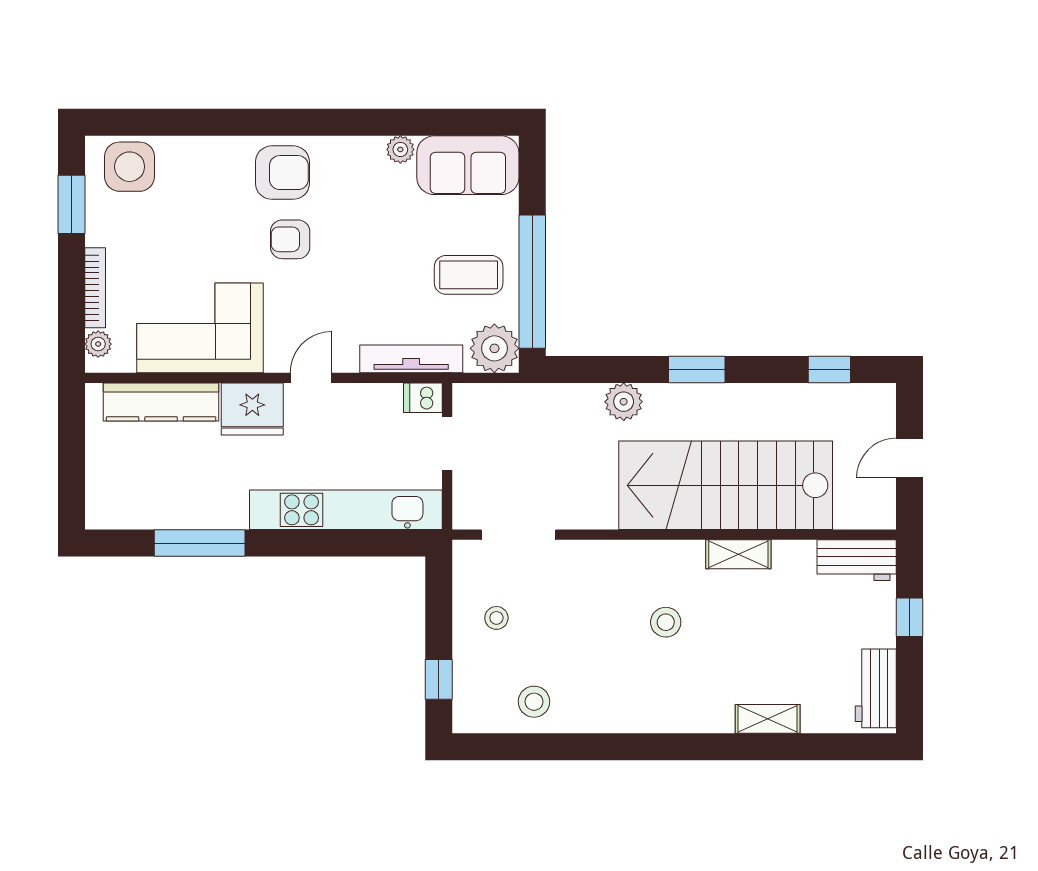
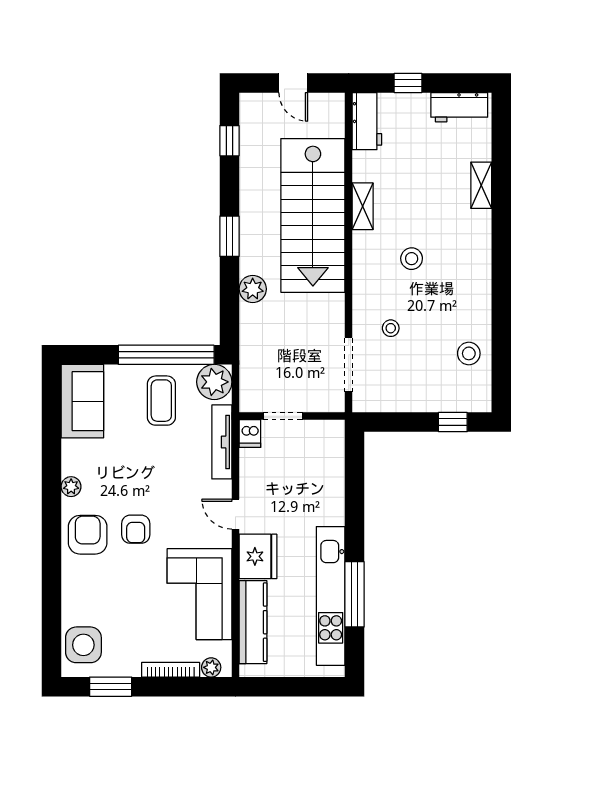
plant: (400, 149) -> (71, 487), moved
kitchen unit: (346, 510) -> (331, 596), moved
stool: (496, 618) -> (391, 328), moved

